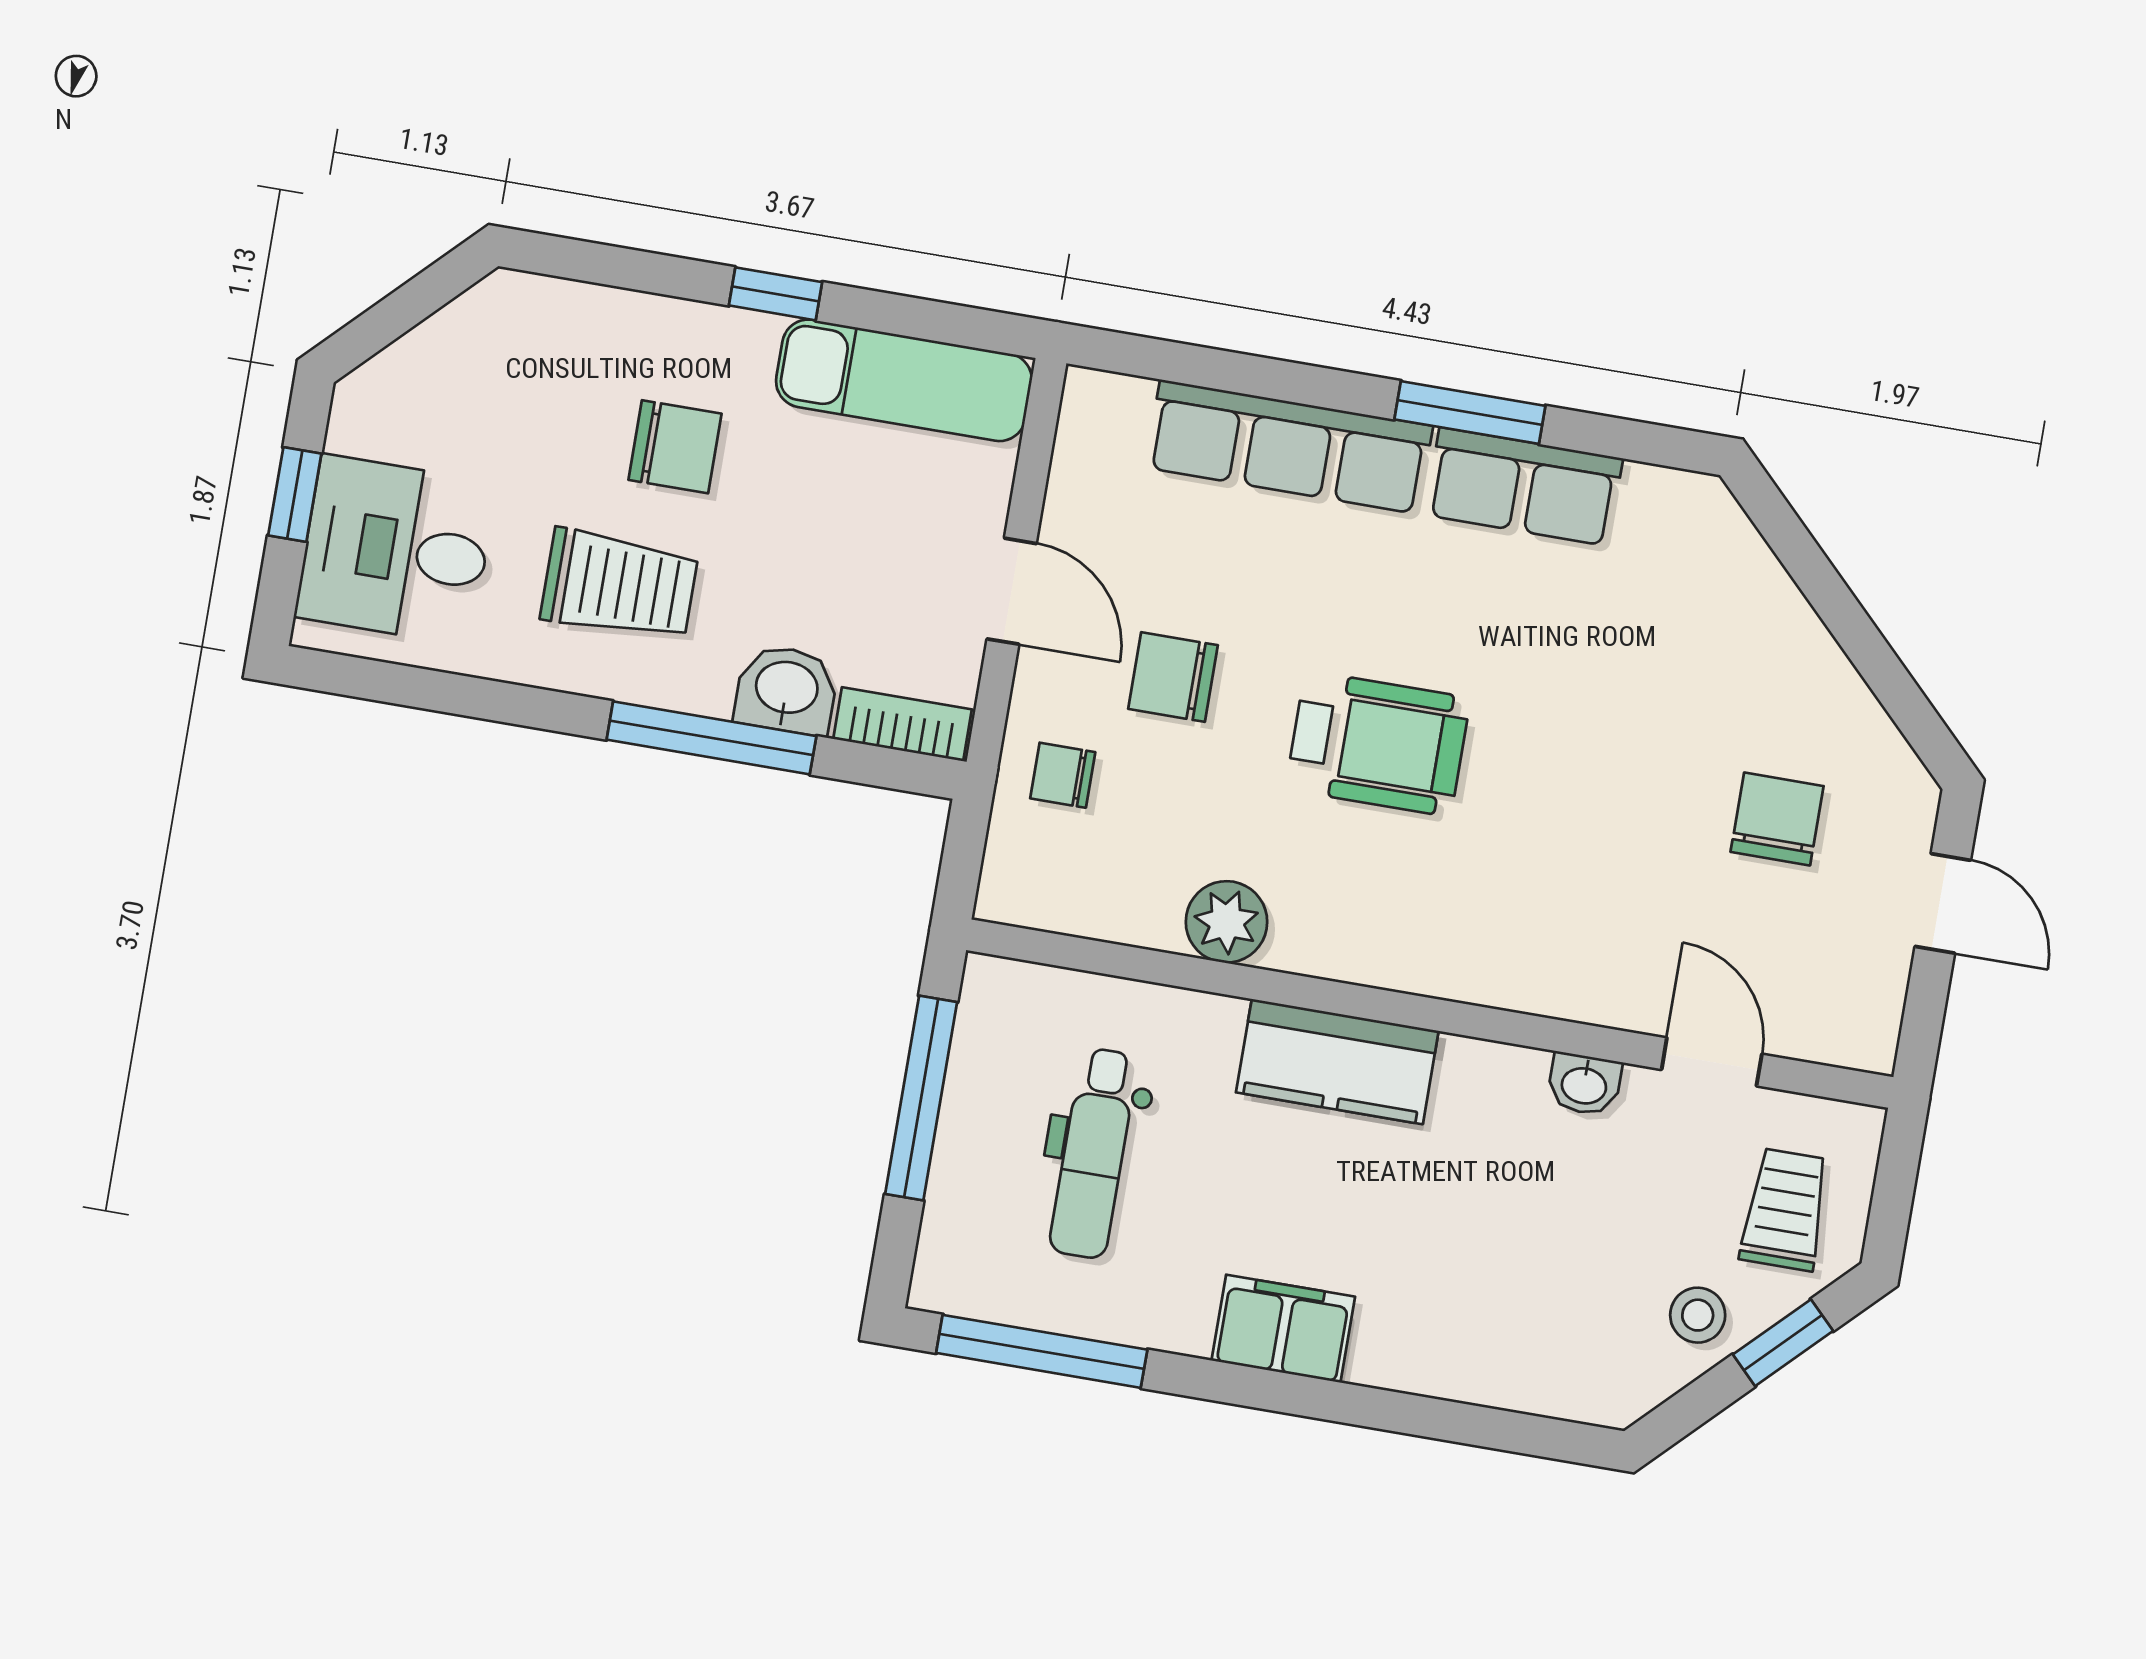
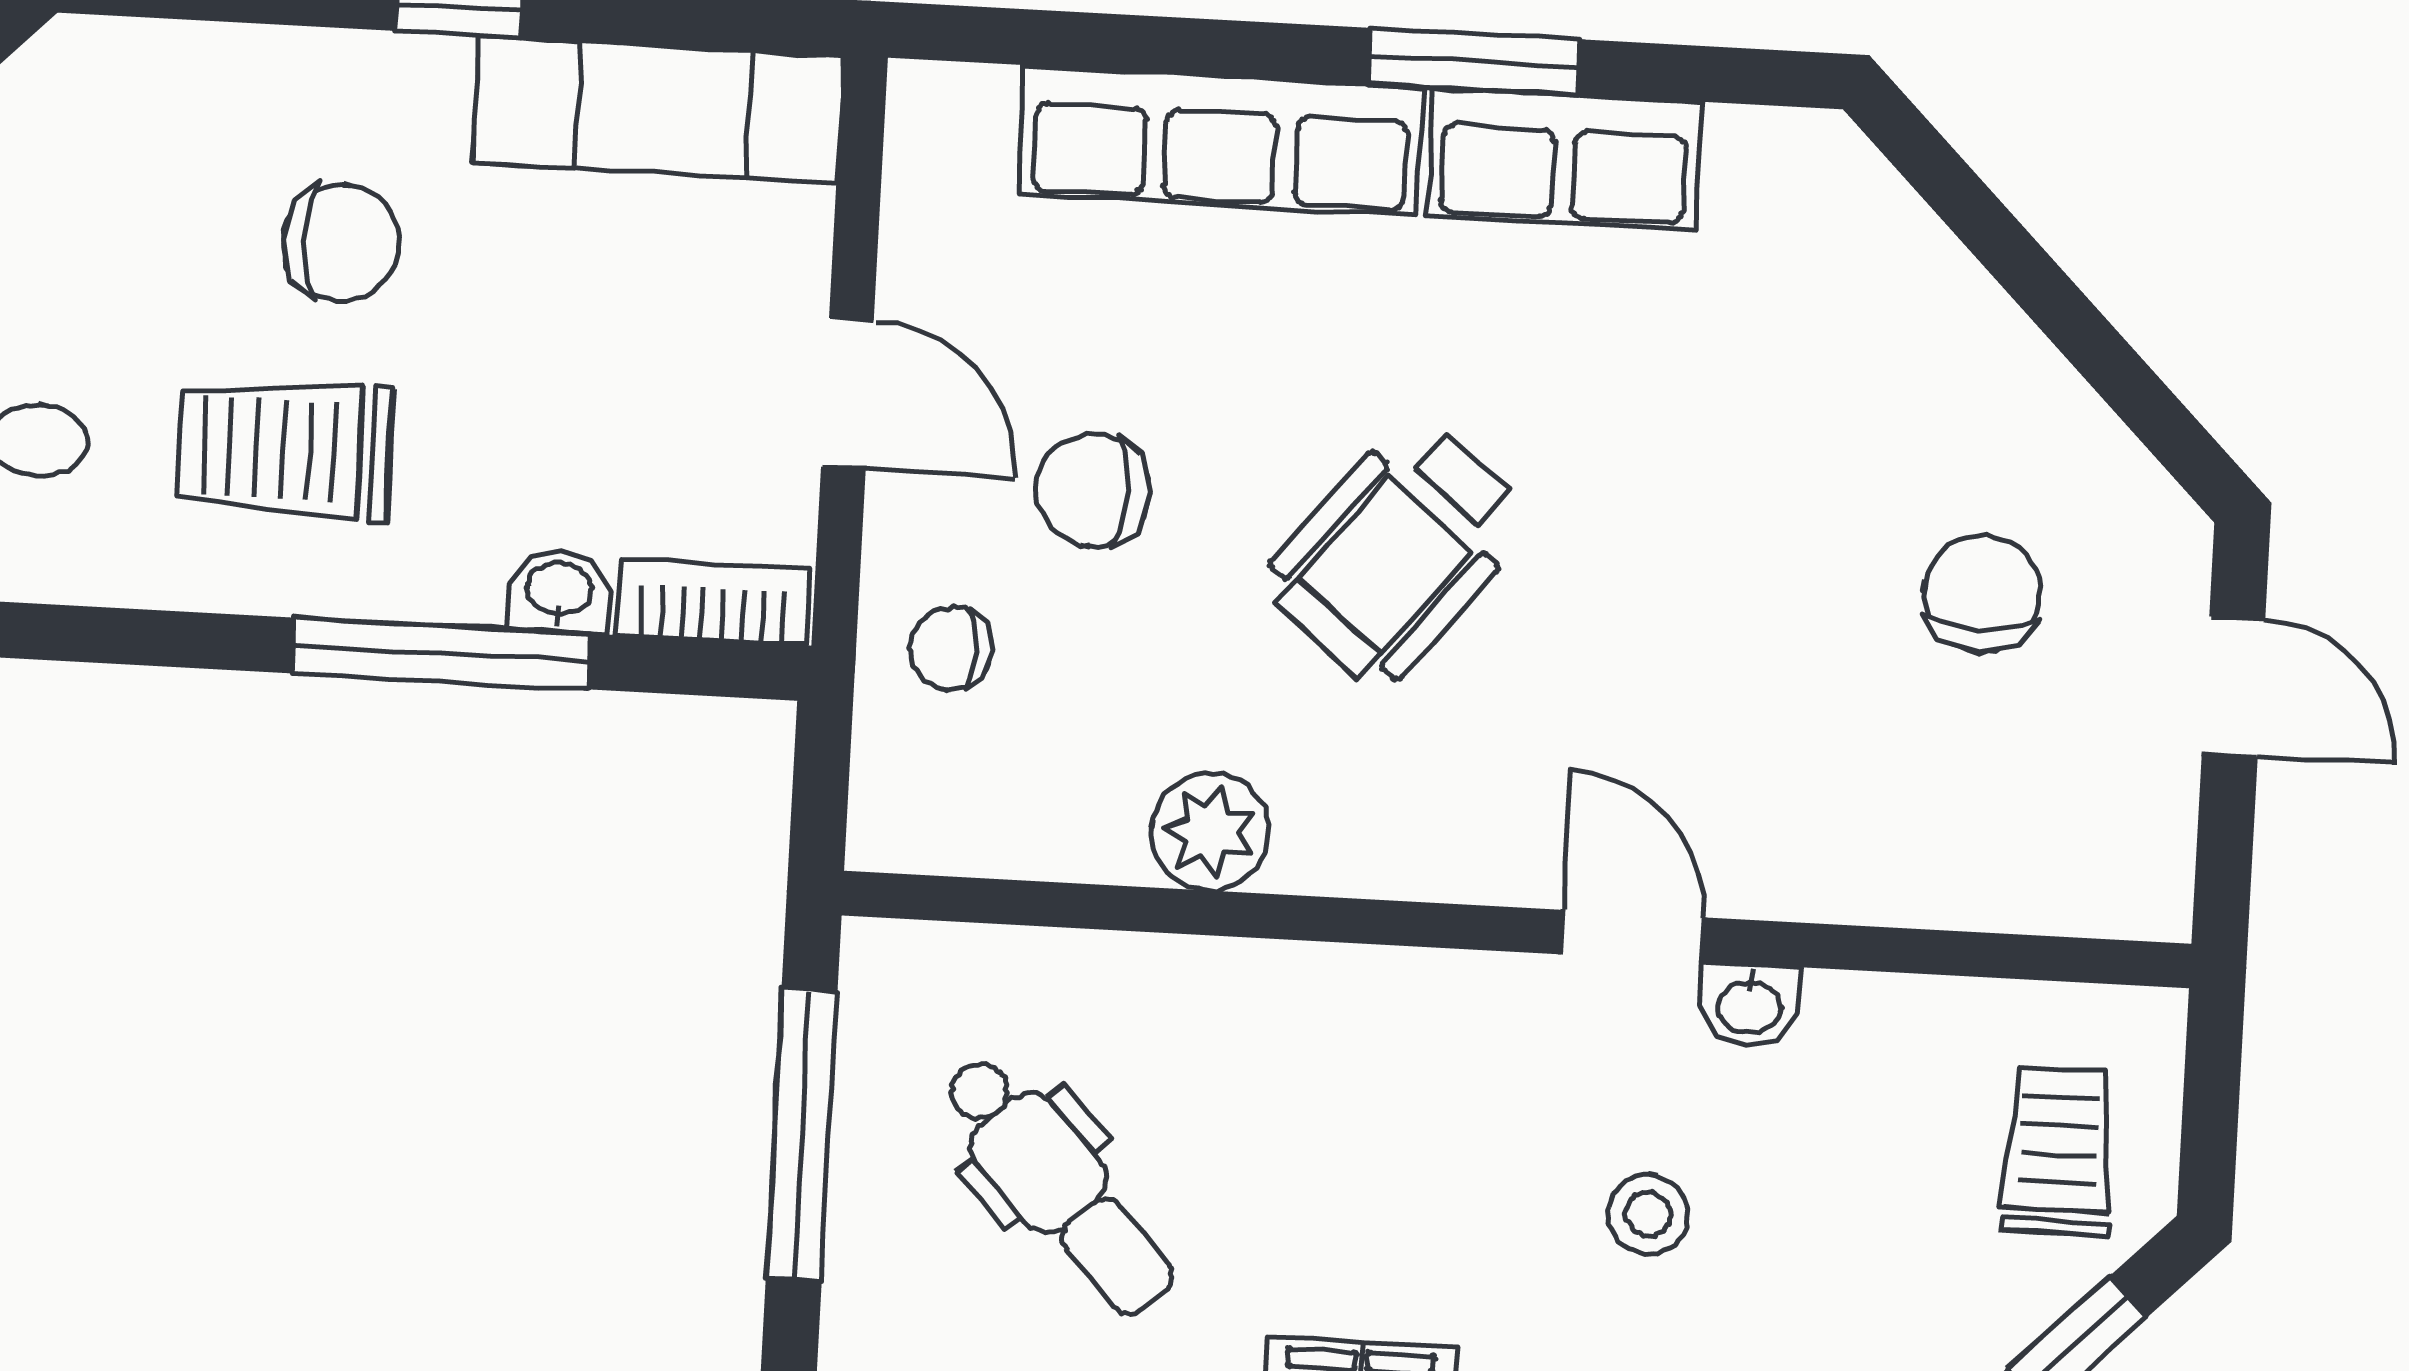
trolley: (619, 585) -> (284, 450), turned 180
washbasin: (786, 690) -> (559, 591), width x0.72, depth x0.69
wheelchair: (1378, 743) -> (1397, 551), turned 129
kitchen counter: (1337, 1062) -> (1392, 1014), removed
door: (1712, 1062) -> (1632, 936), moved
dental chair: (1093, 1153) -> (1058, 1185), turned -43
stool: (1698, 1315) -> (1648, 1214), moved

